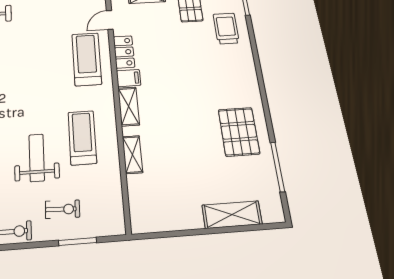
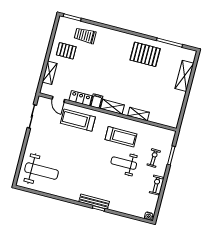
treadmill: (82, 138) -> (121, 137), turned 180

